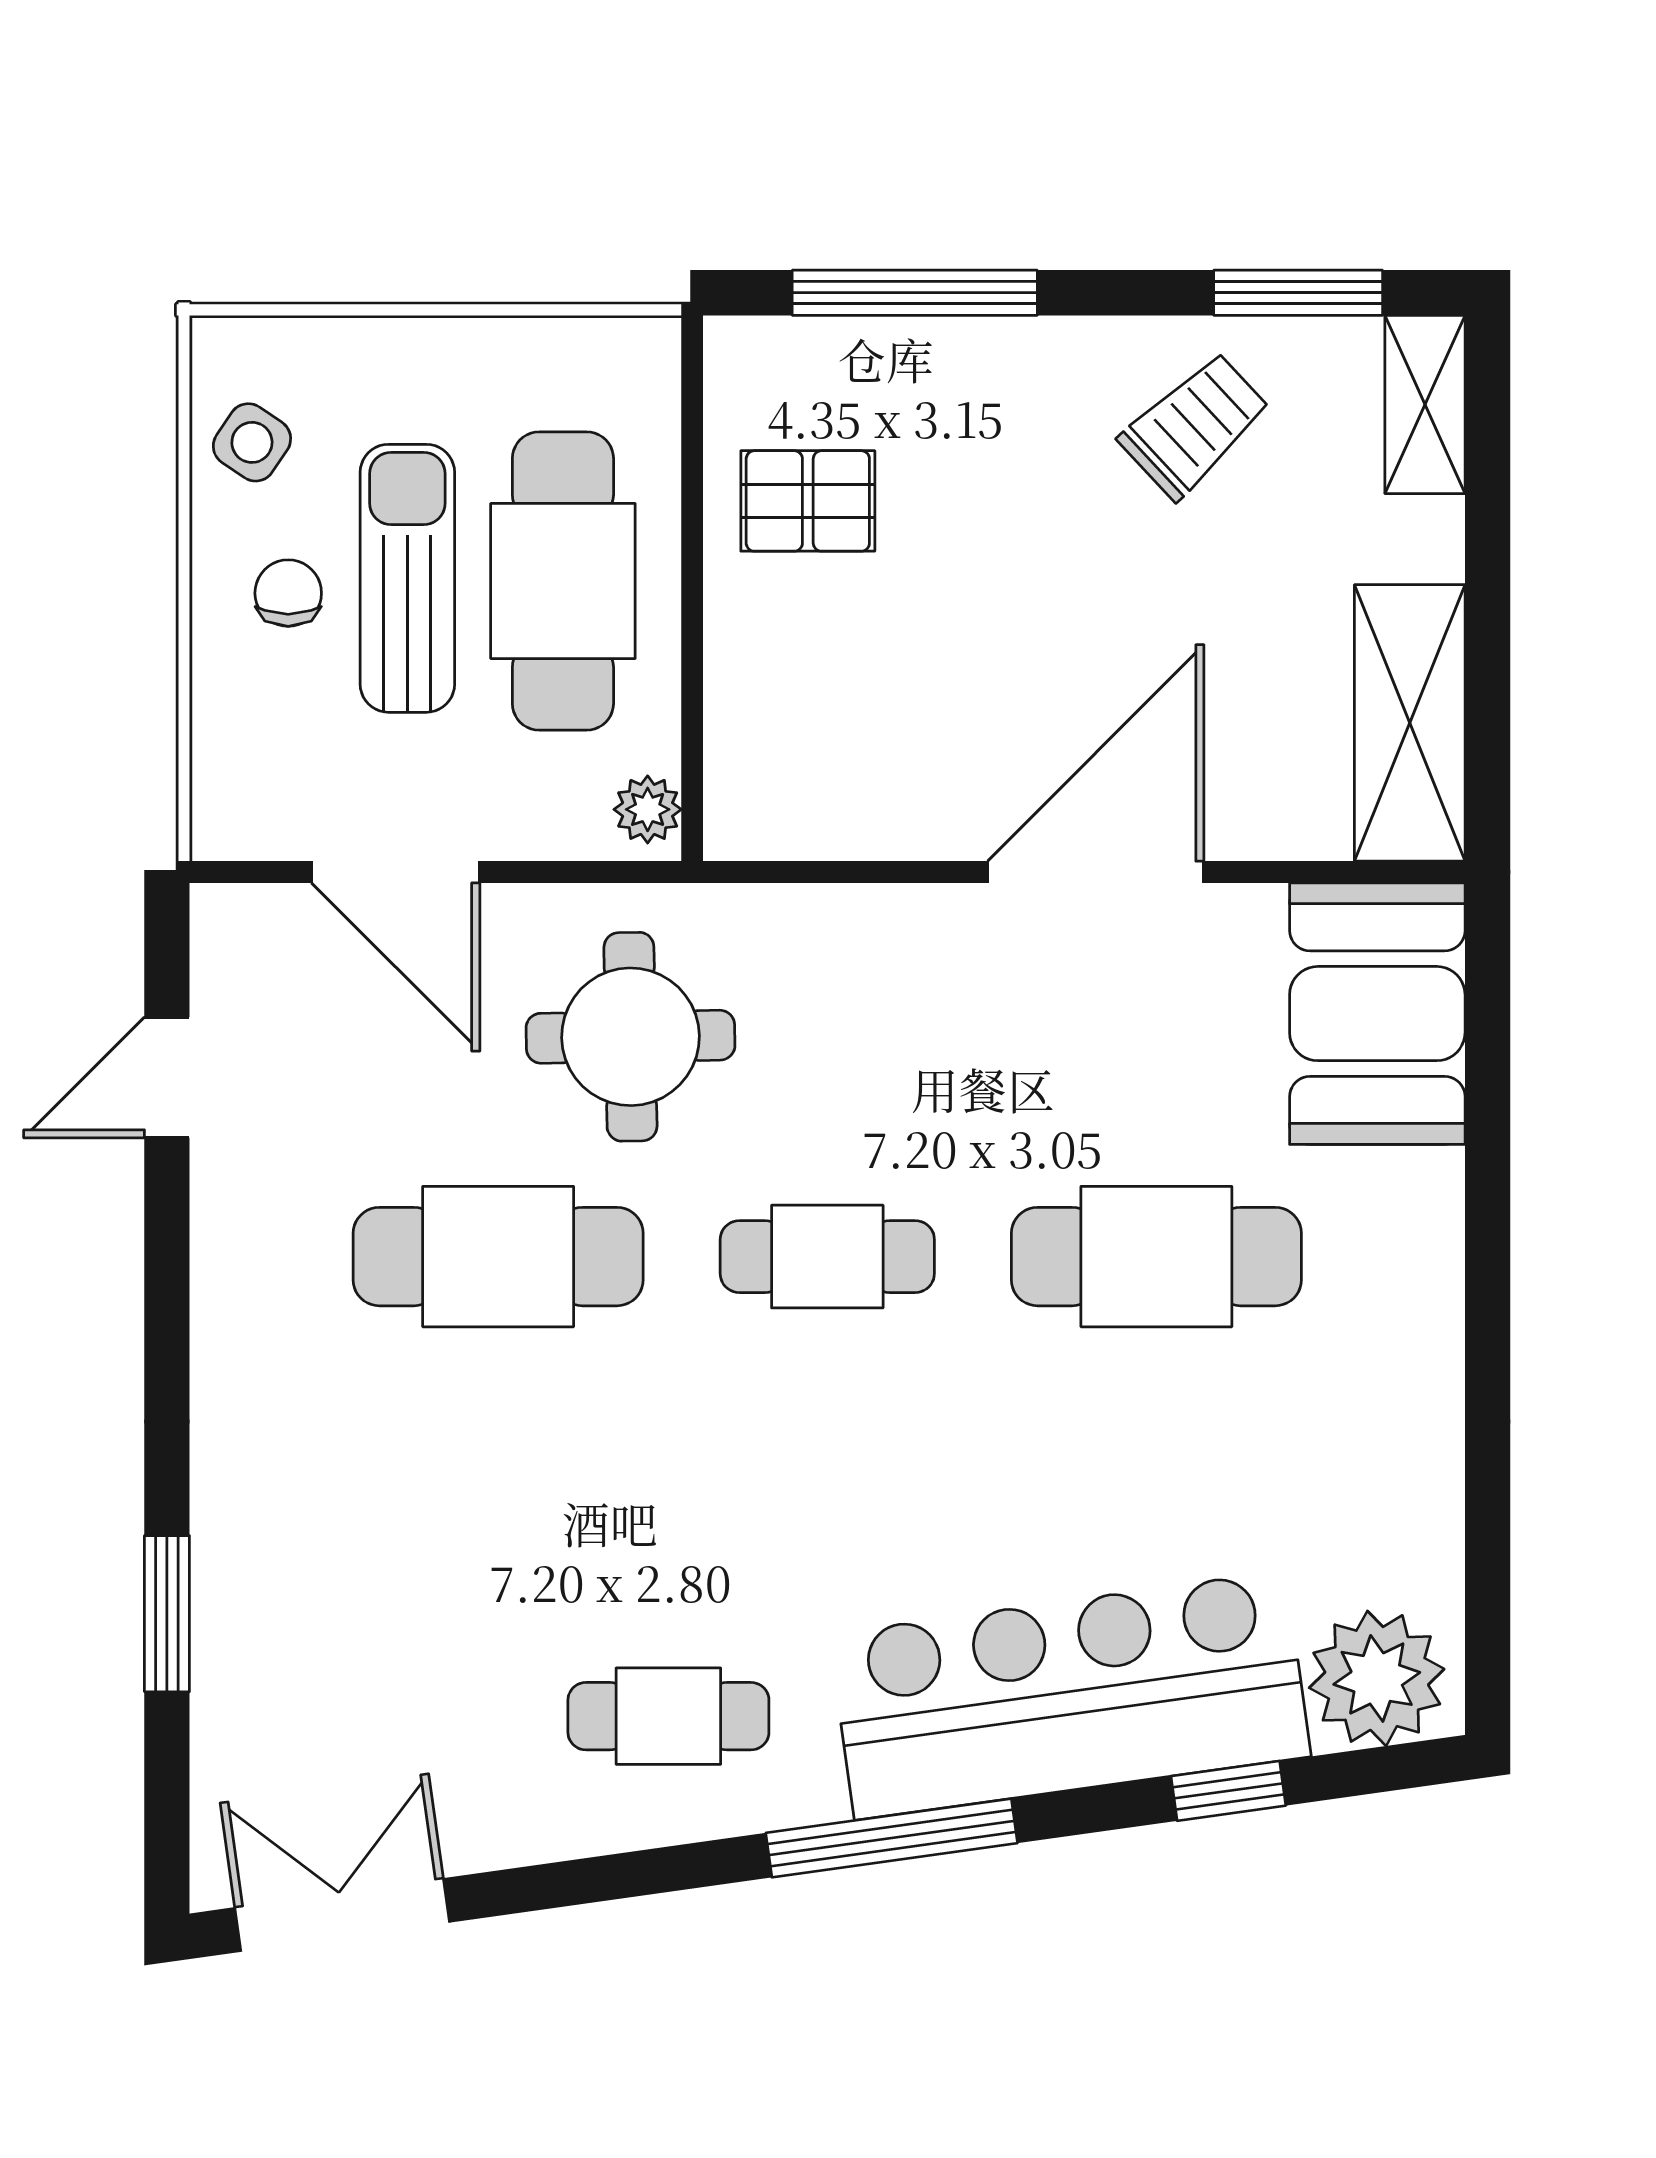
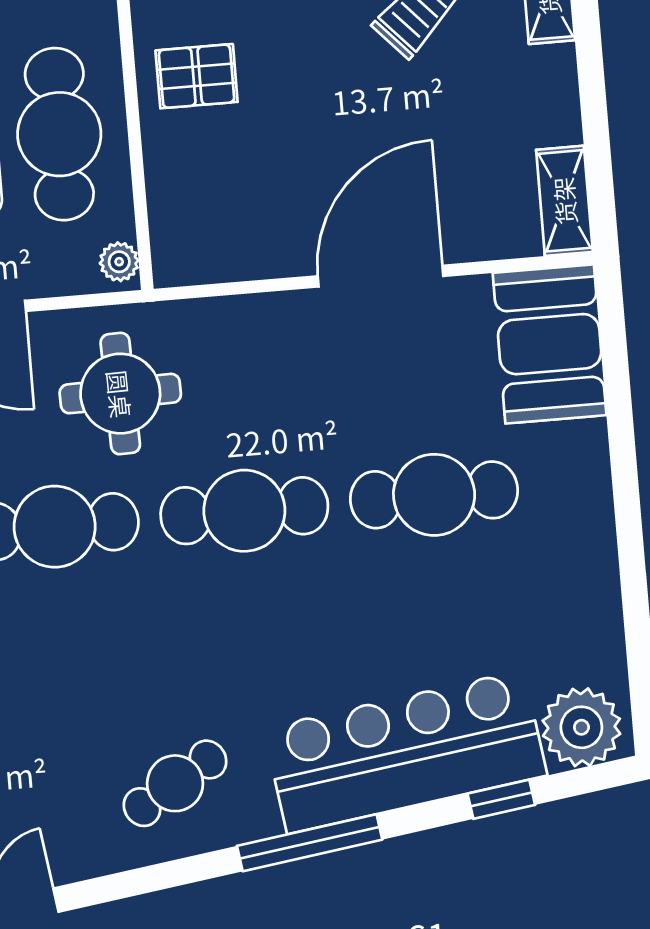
shelving: (1410, 723) -> (564, 201), width x0.67, depth x0.75
cafe table: (827, 1257) -> (244, 511), width x1.37, depth x1.35
cafe table: (668, 1716) -> (175, 783), turned -31

